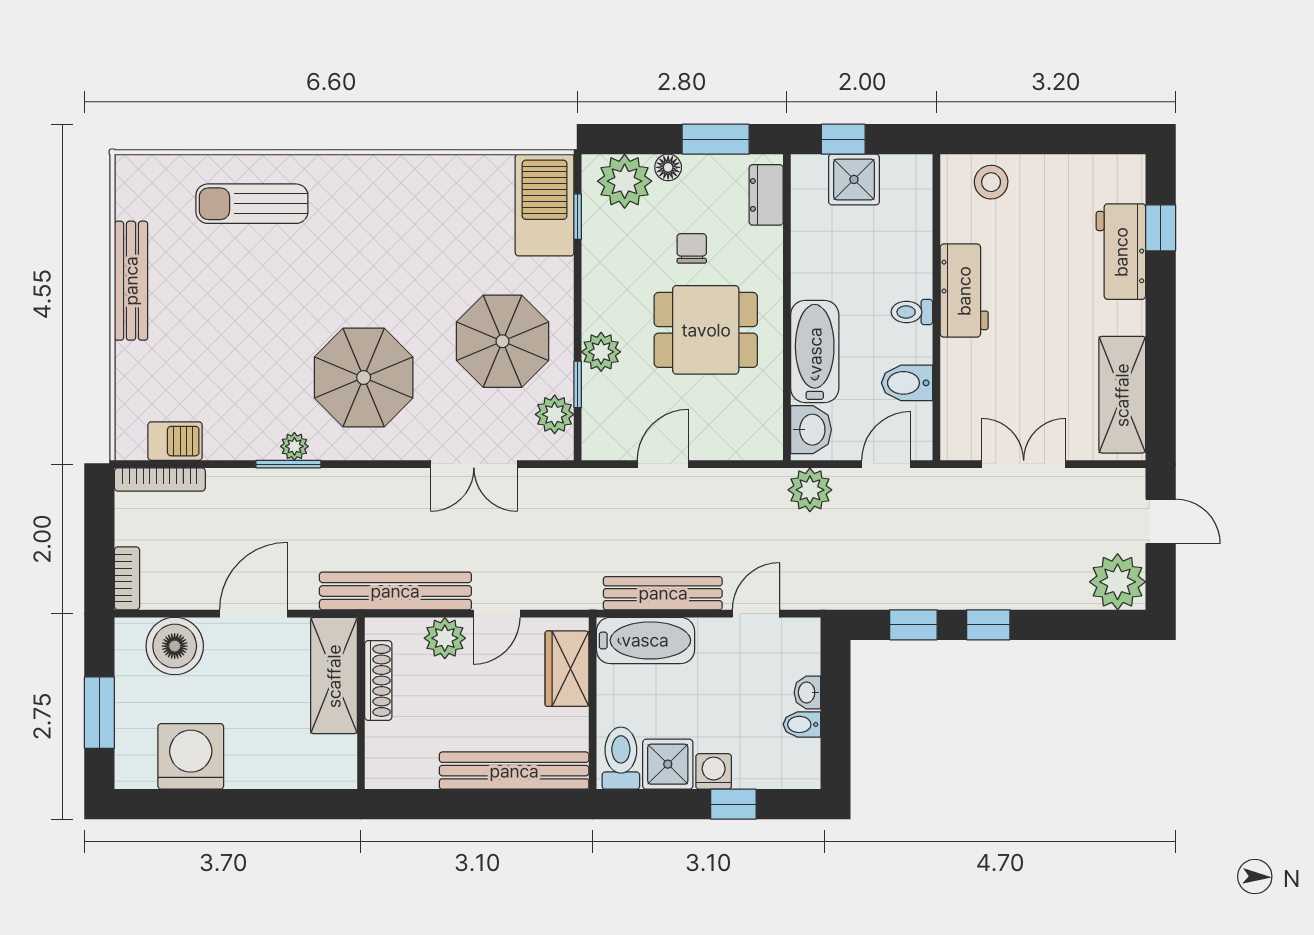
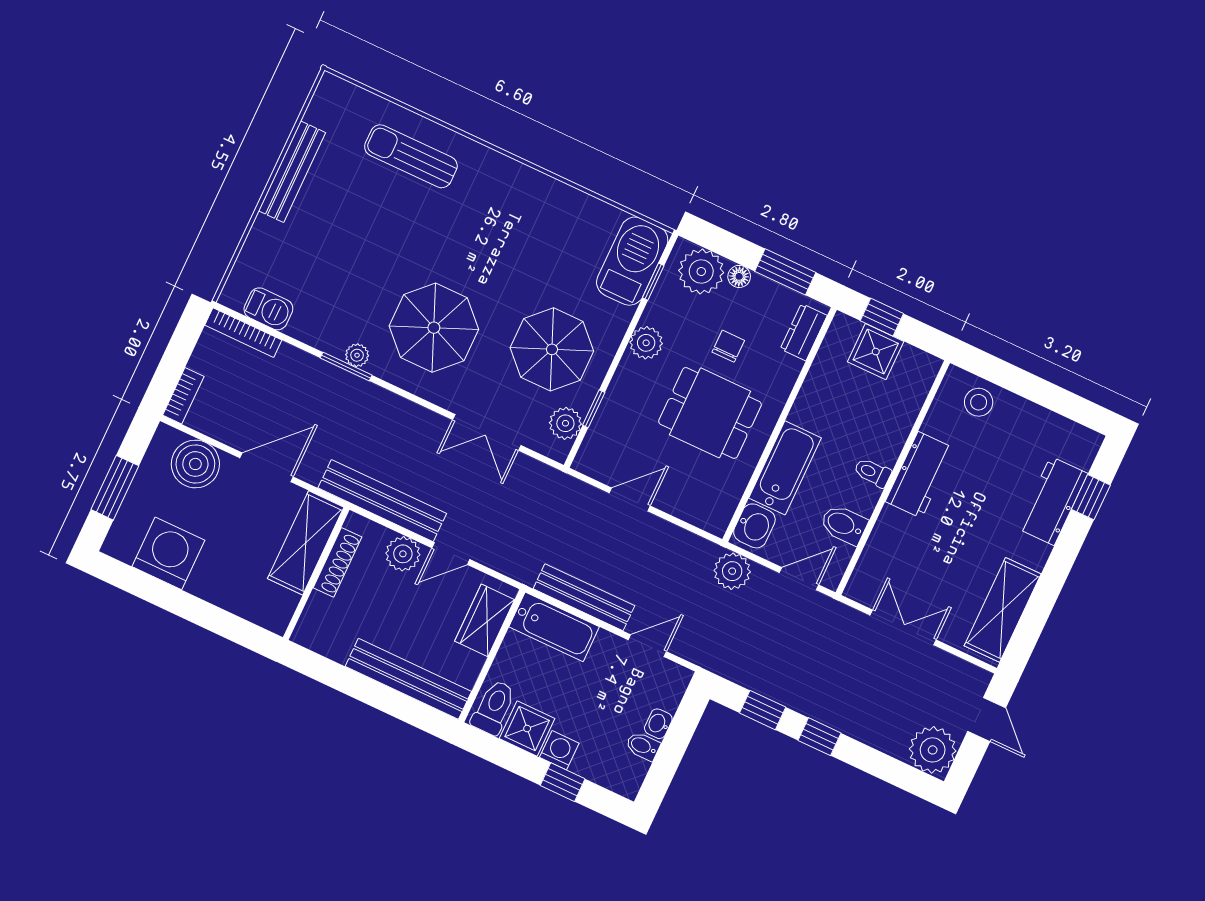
plant: (601, 352) -> (646, 343), moved

